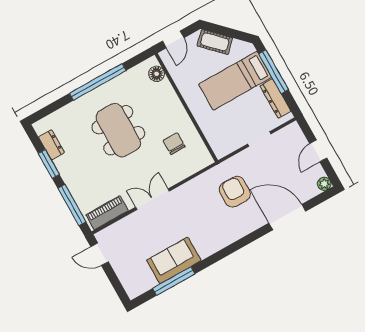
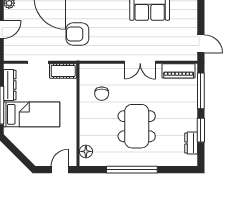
cot: (215, 42) -> (63, 71), moved, turned -45
armchair: (235, 192) -> (77, 34), turned 90

